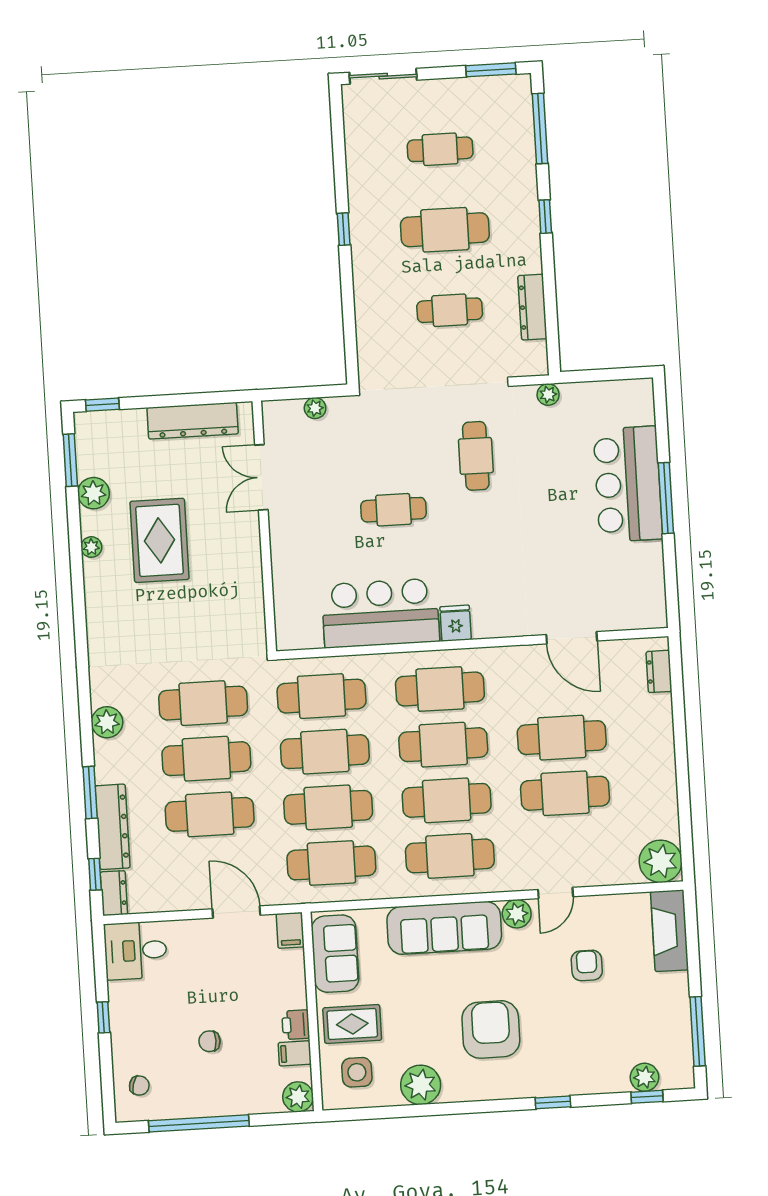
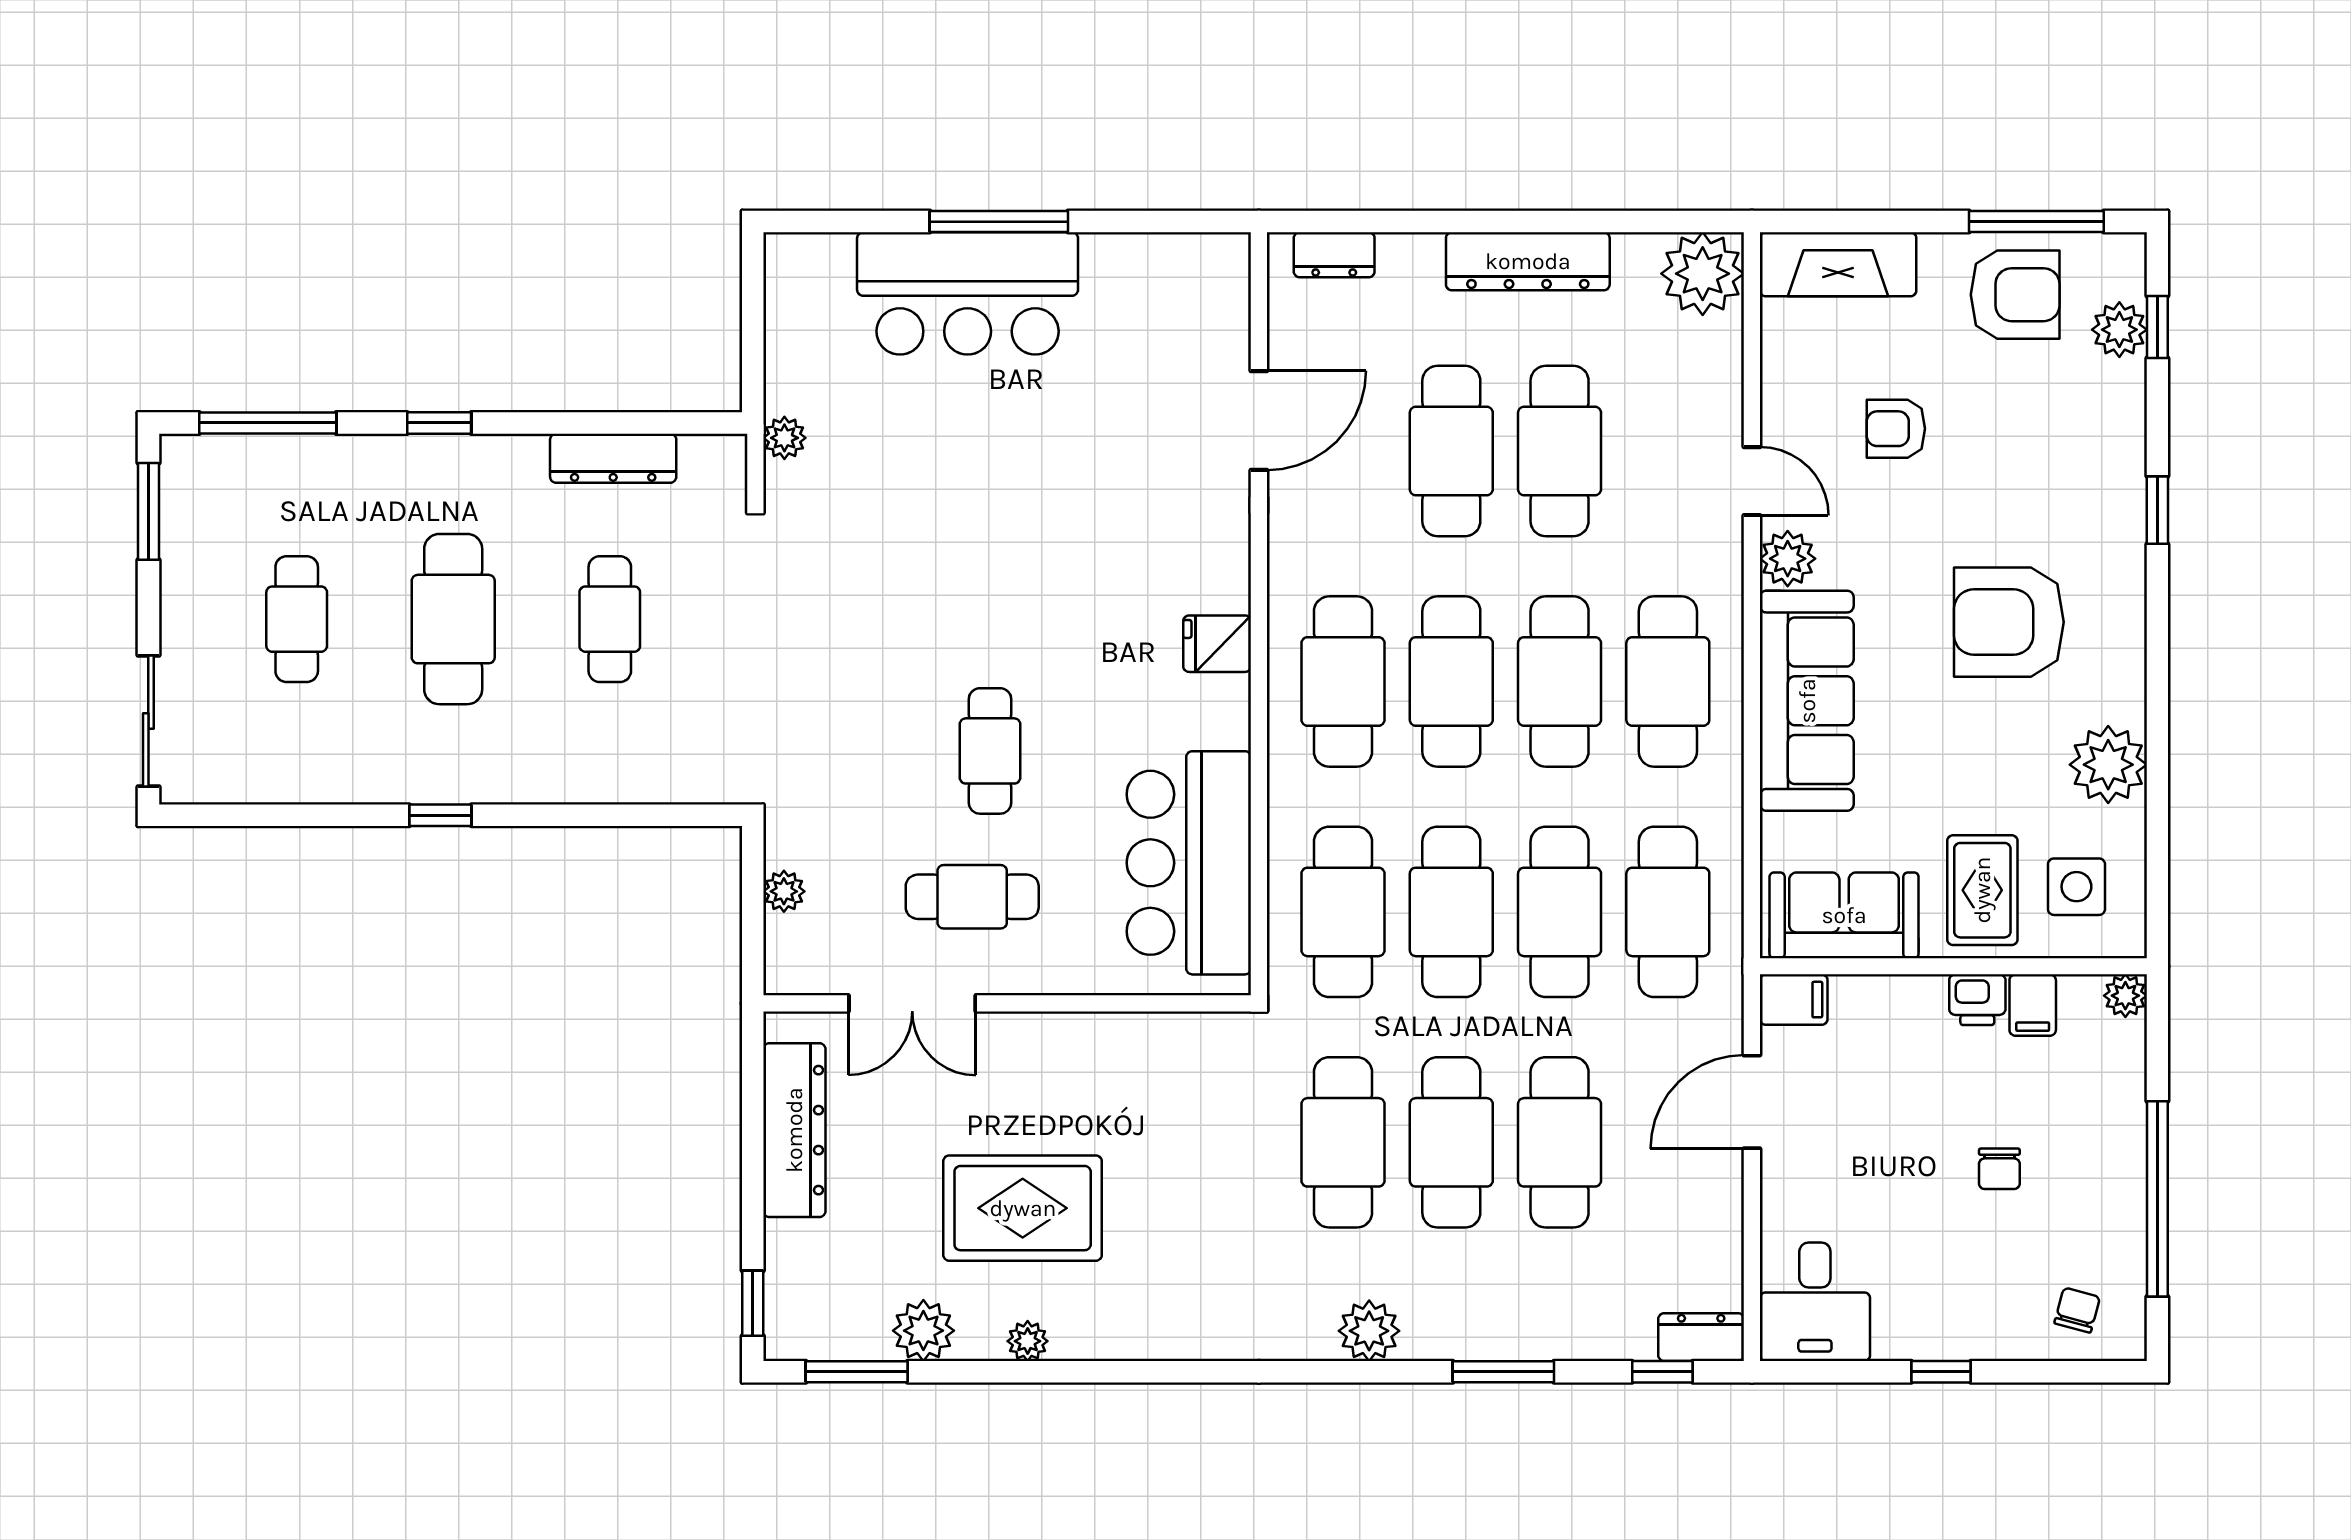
cafe table: (476, 456) -> (972, 897), moved
bar counter: (380, 613) -> (1189, 863), moved
dresser: (113, 827) -> (1528, 261), moved, turned 180
armchair: (659, 1023) -> (2015, 295), added
plant: (298, 1097) -> (2125, 996), width x0.73, depth x0.73

